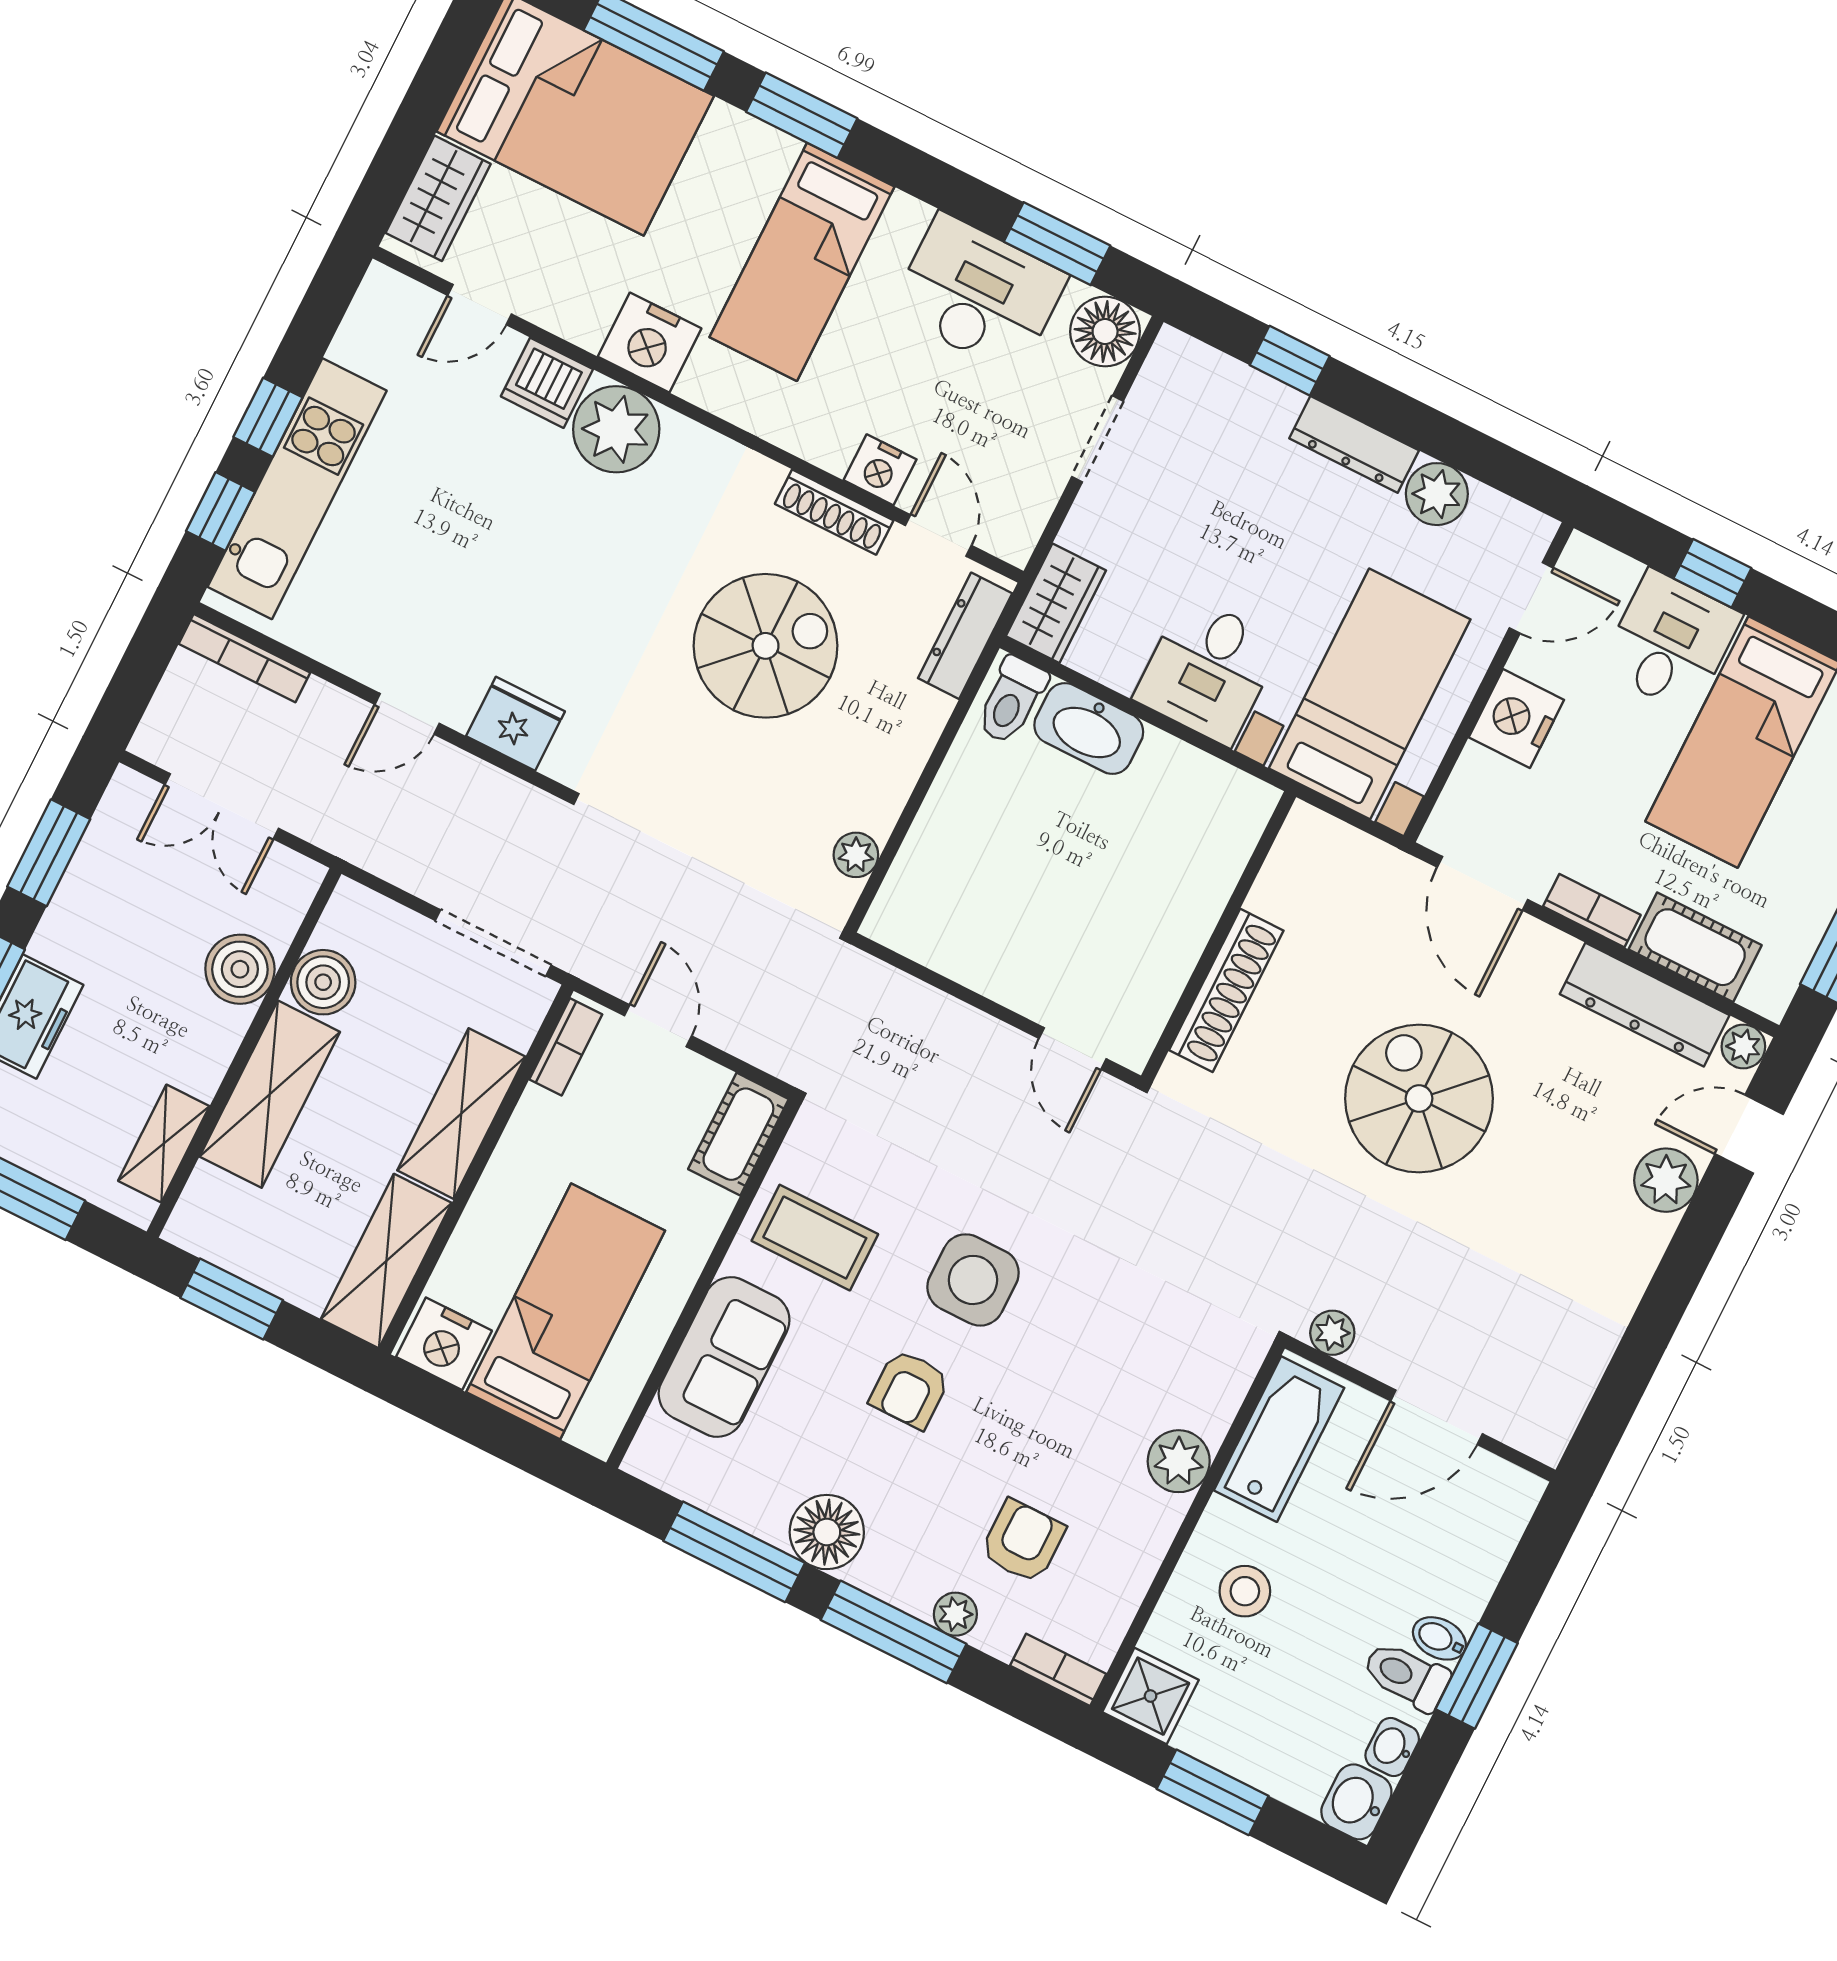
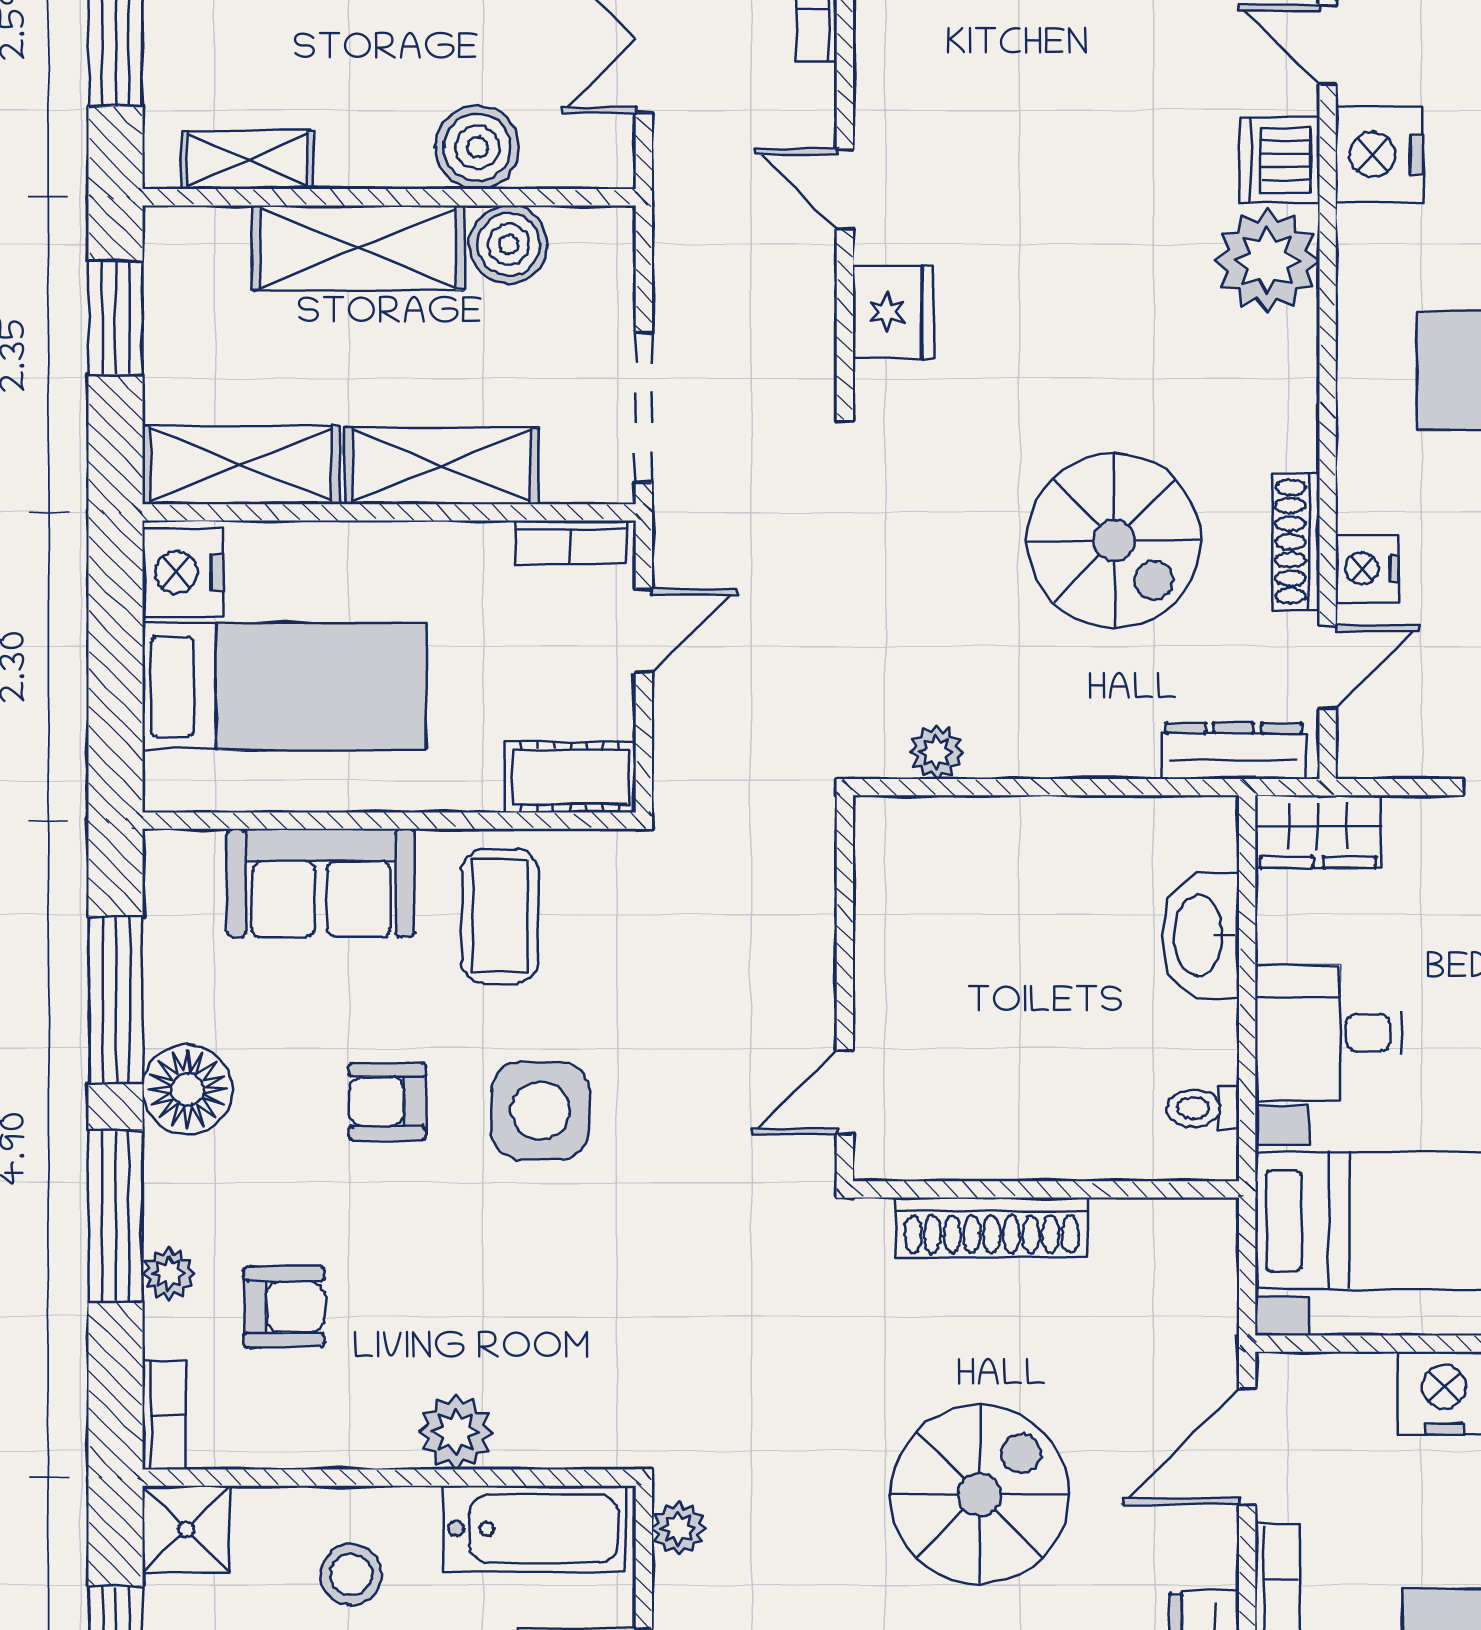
nightstand: (650, 343) -> (1379, 155), moved
toilet: (1012, 700) -> (1203, 1108), moved, width x0.73, depth x0.72

